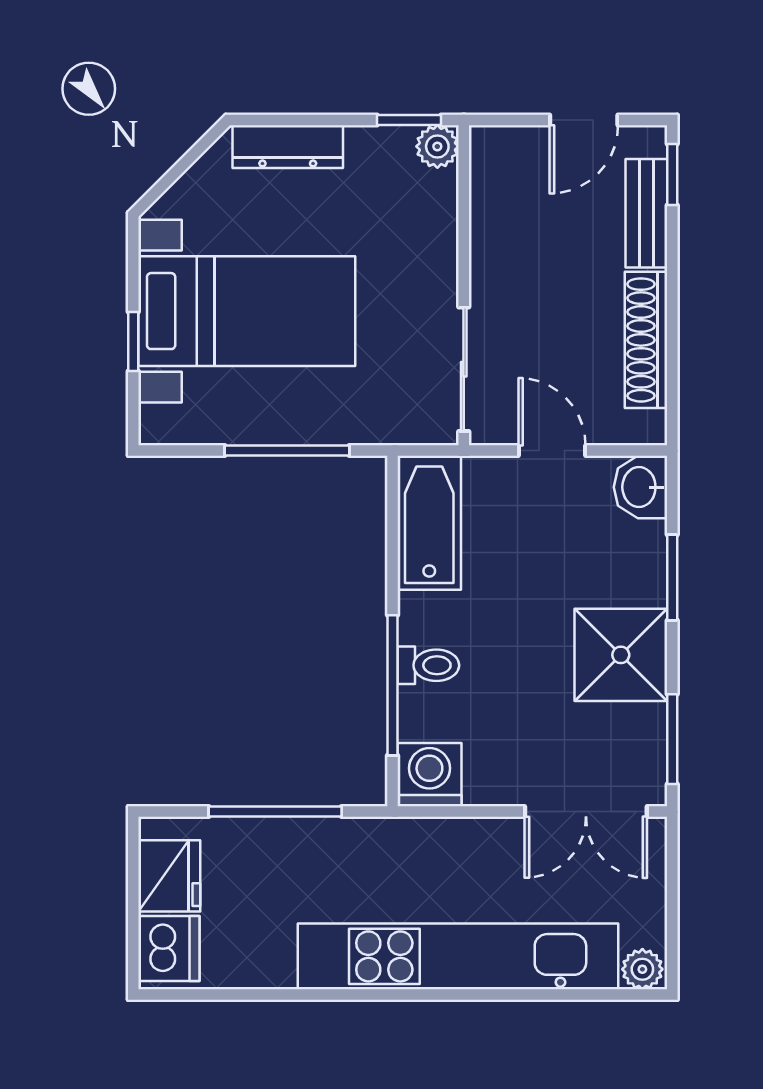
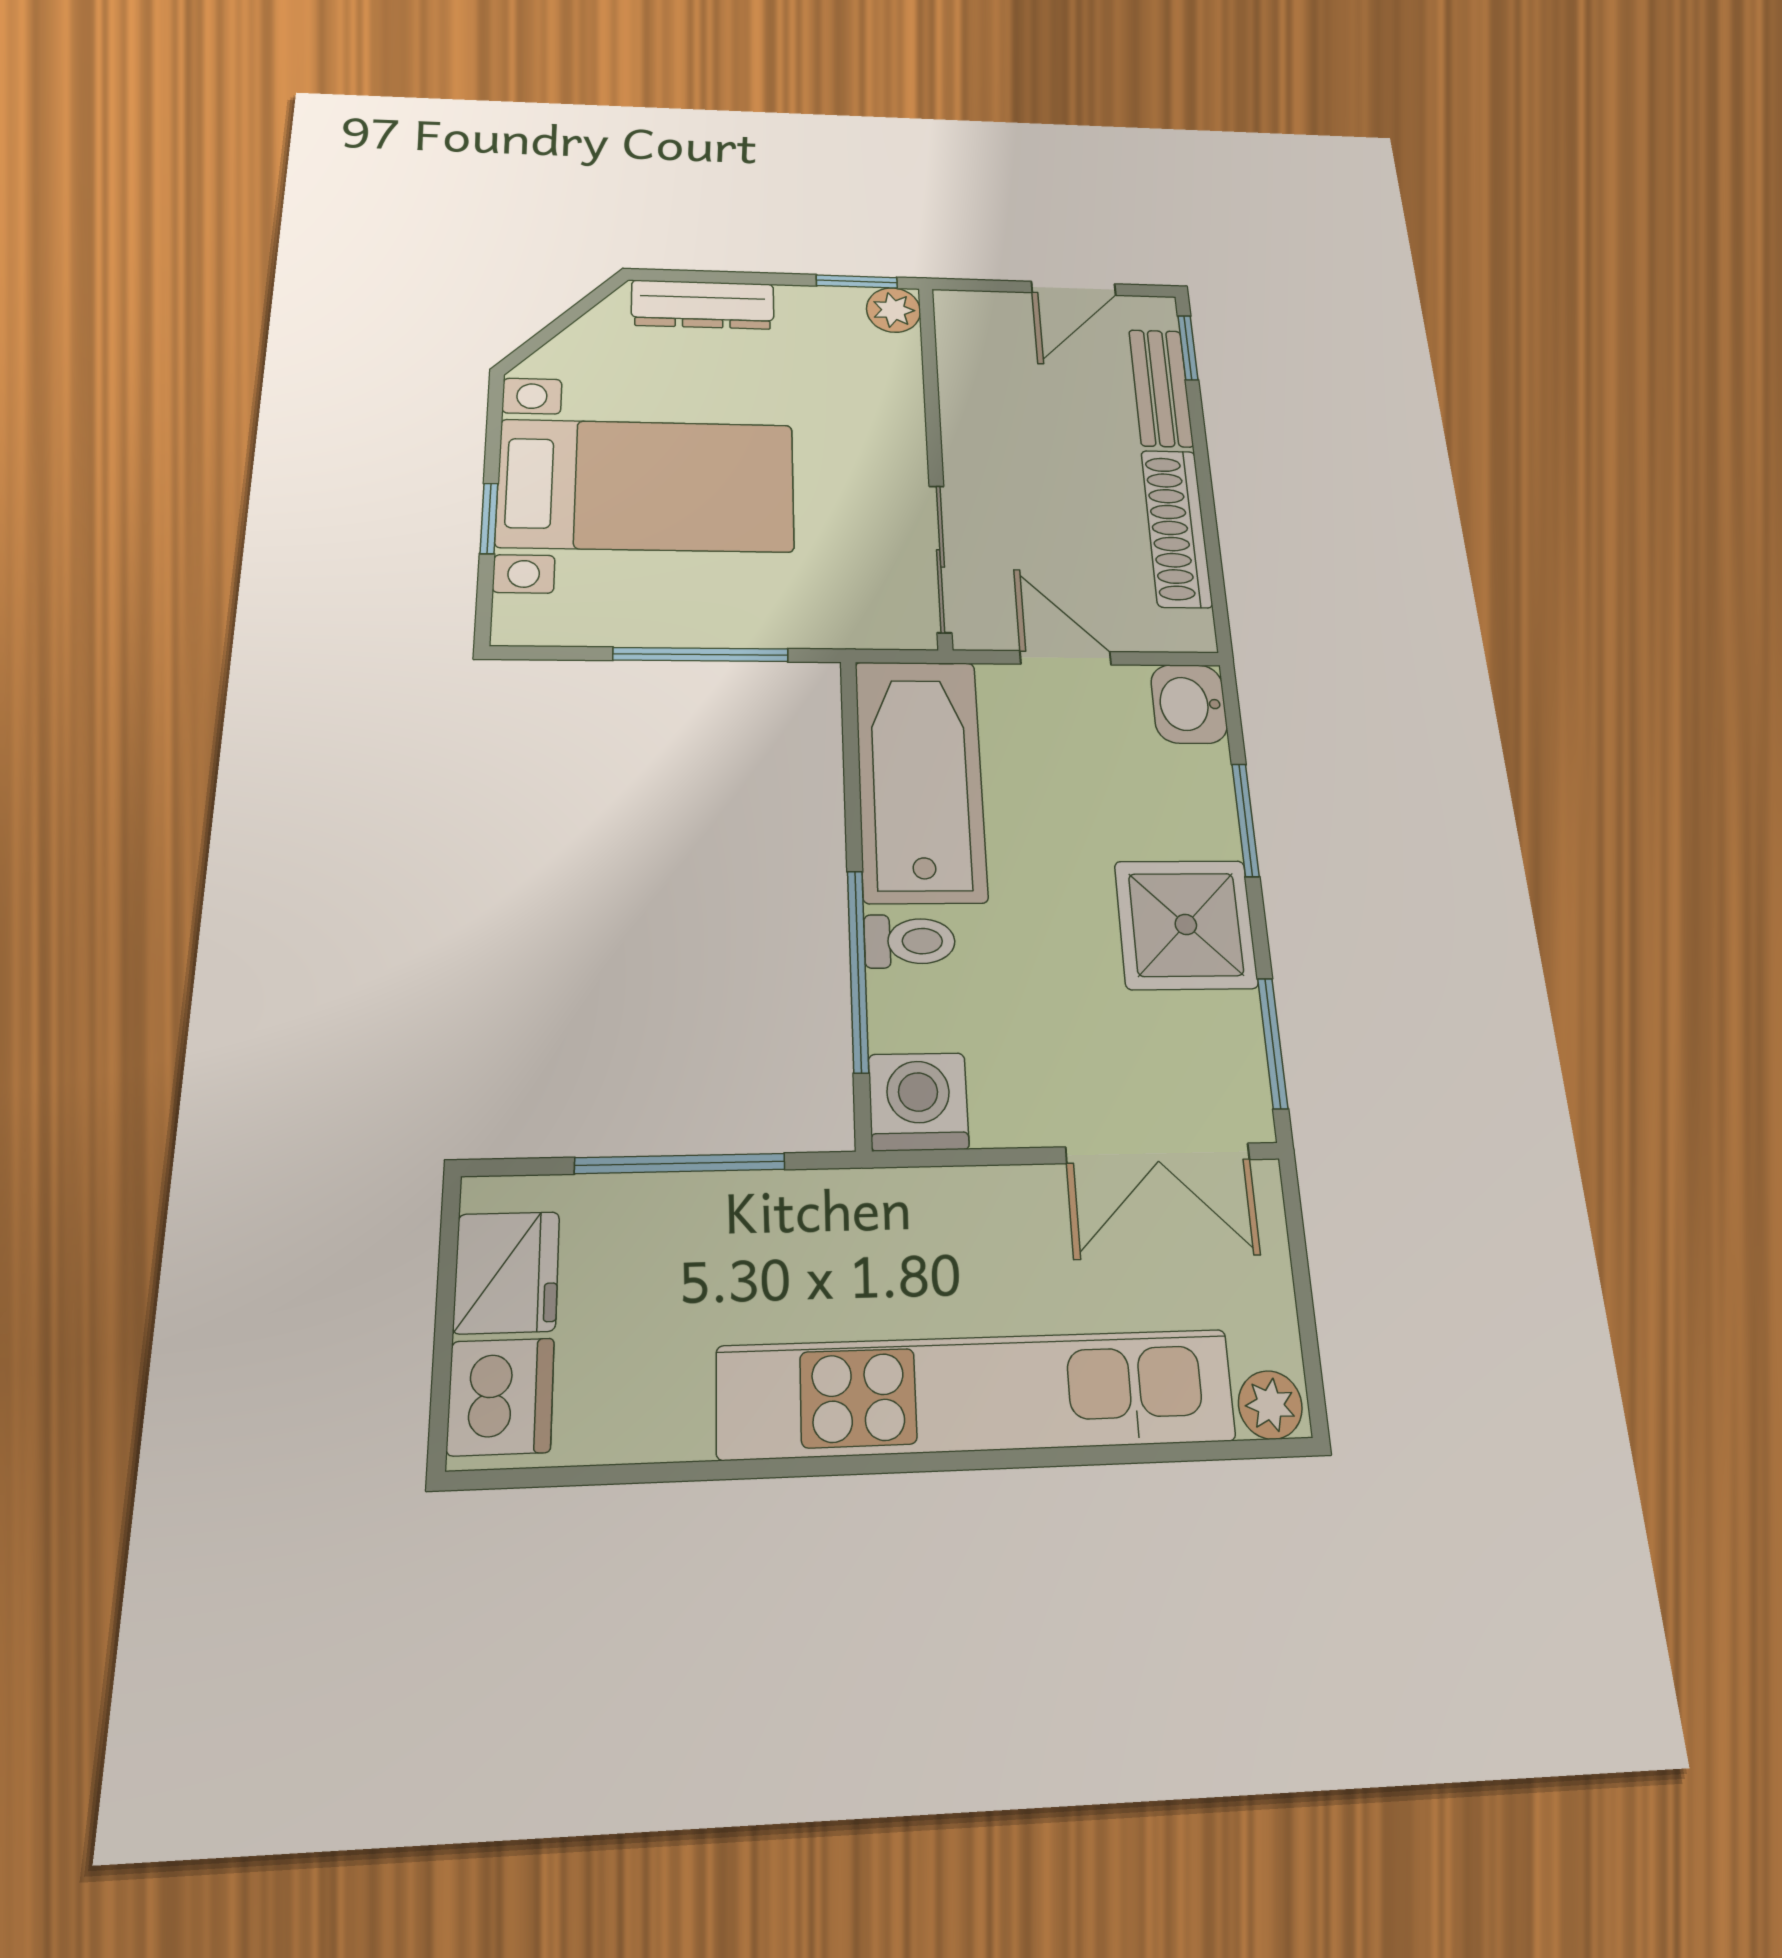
bathtub: (429, 523) -> (920, 780), width x1.36, depth x1.36

